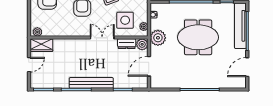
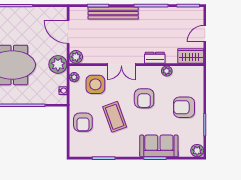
plant: (37, 32) -> (167, 71), moved
dresser: (127, 44) -> (155, 58), moved
door: (149, 66) -> (68, 32), swing flipped
bench: (91, 83) -> (113, 13), moved

